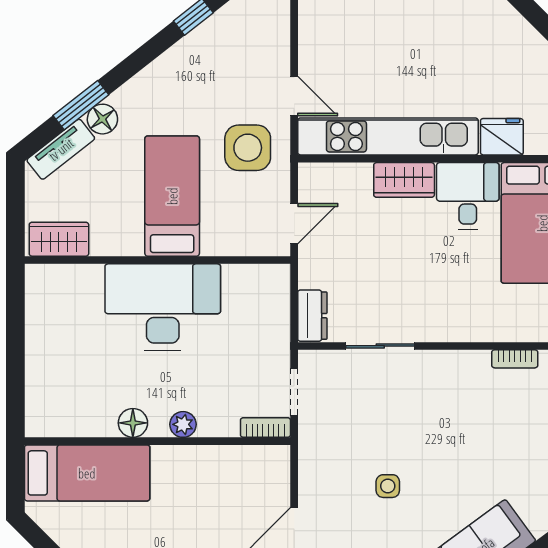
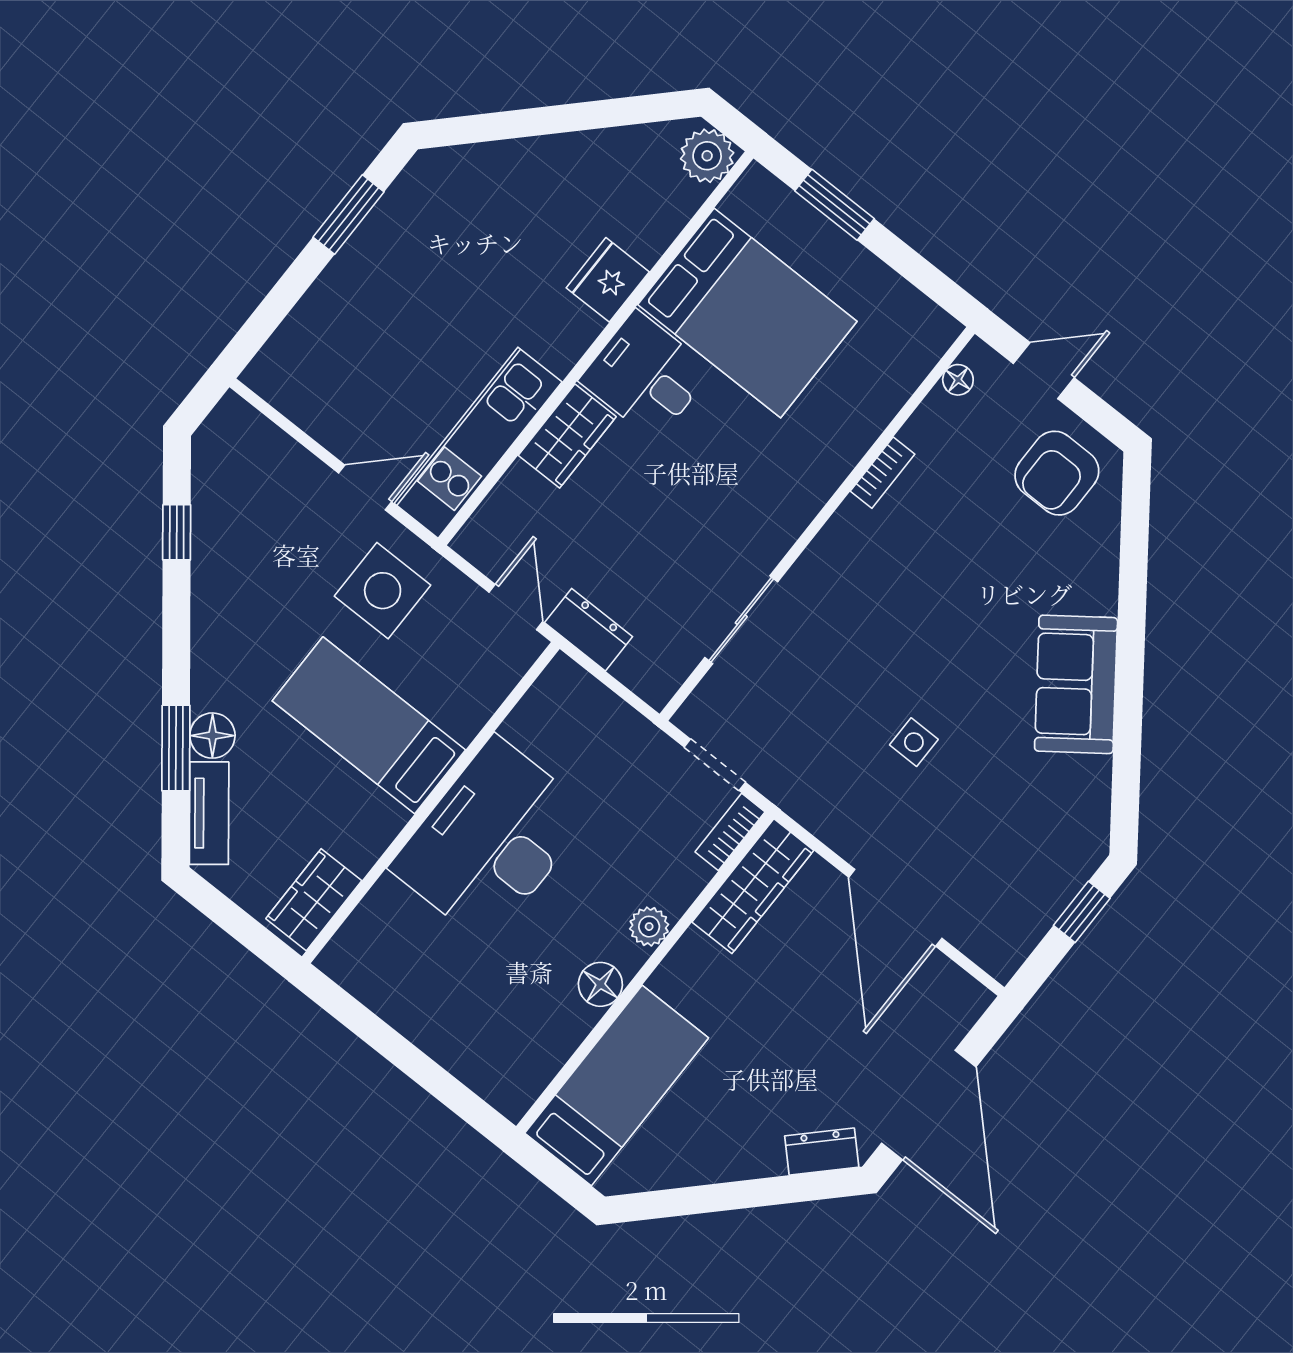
kitchen unit: (388, 136) -> (478, 443), width x0.73
dresser: (312, 316) -> (589, 630), moved
wardrobe: (247, 462) -> (753, 886), added

